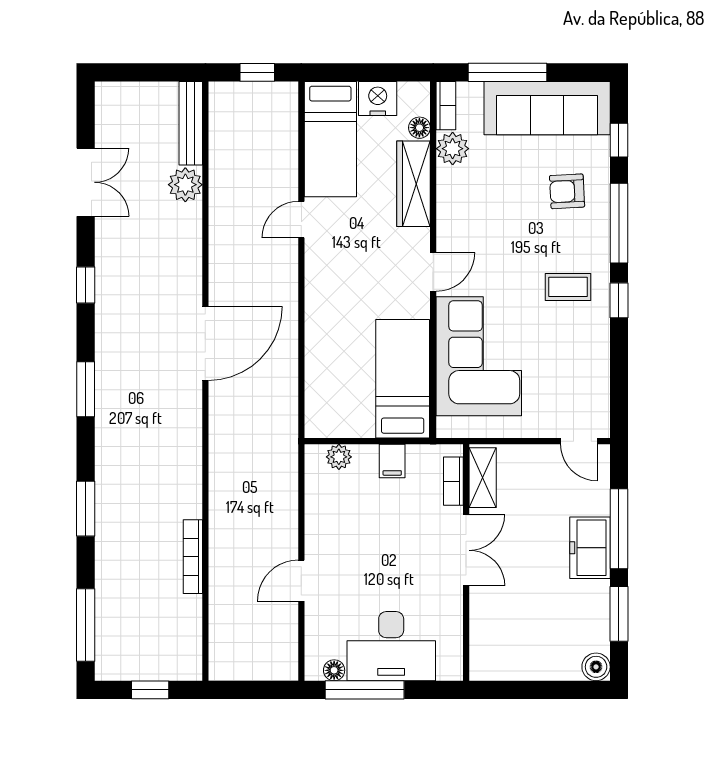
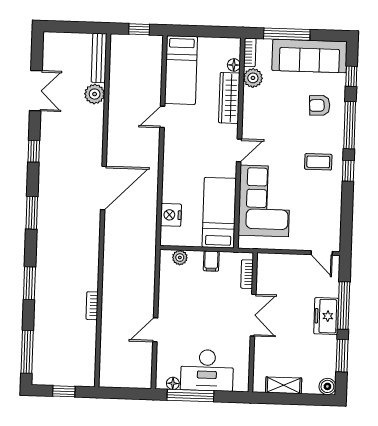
nightstand: (378, 99) -> (171, 215), moved, turned -90
shelving: (483, 478) -> (284, 385), moved, turned 90
bookcase: (193, 557) -> (92, 306), width x0.64

